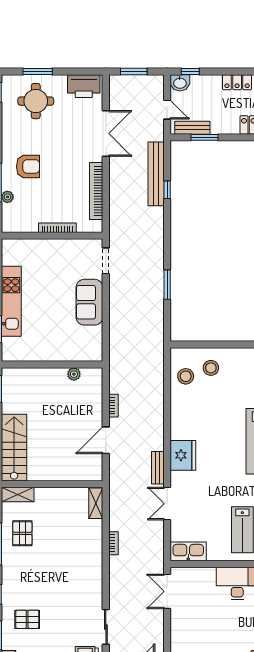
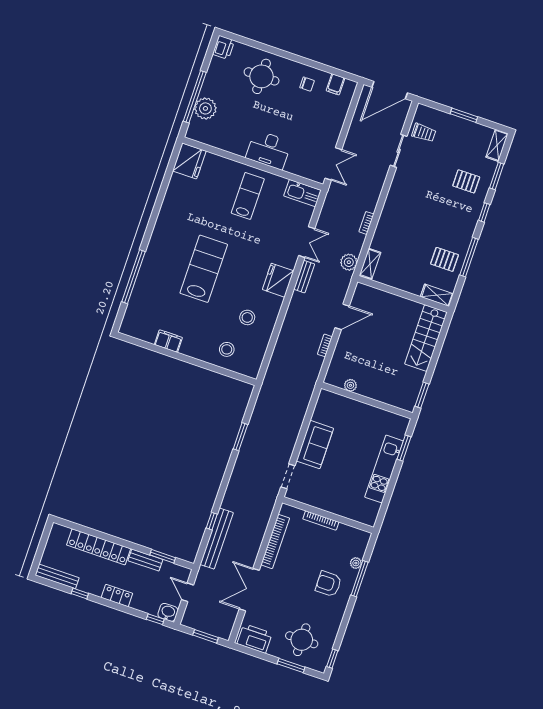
bench: (192, 128) -> (145, 560), moved
stool: (186, 376) -> (247, 317), moved
plant: (118, 498) -> (349, 262), added
pallet: (22, 533) -> (445, 259), turned 90

